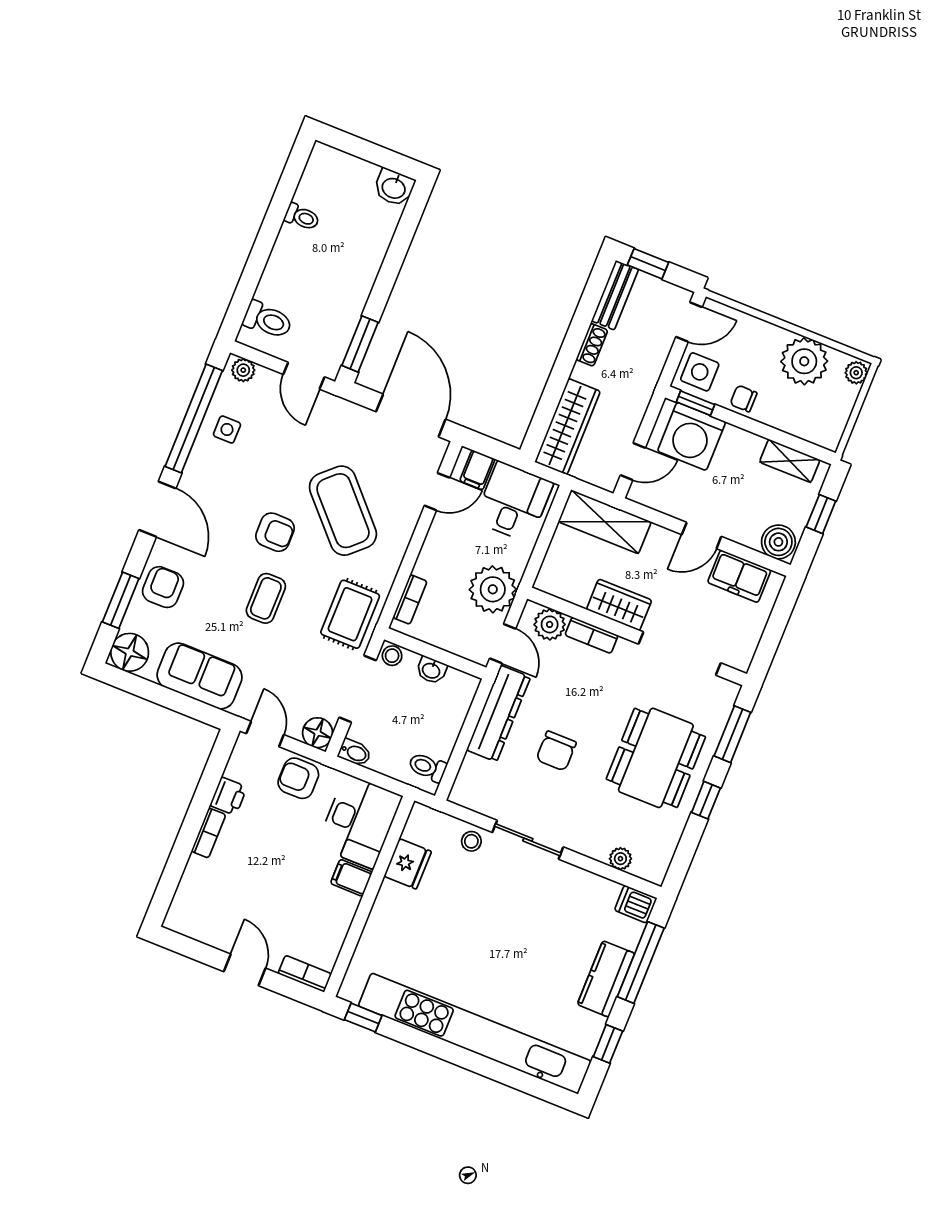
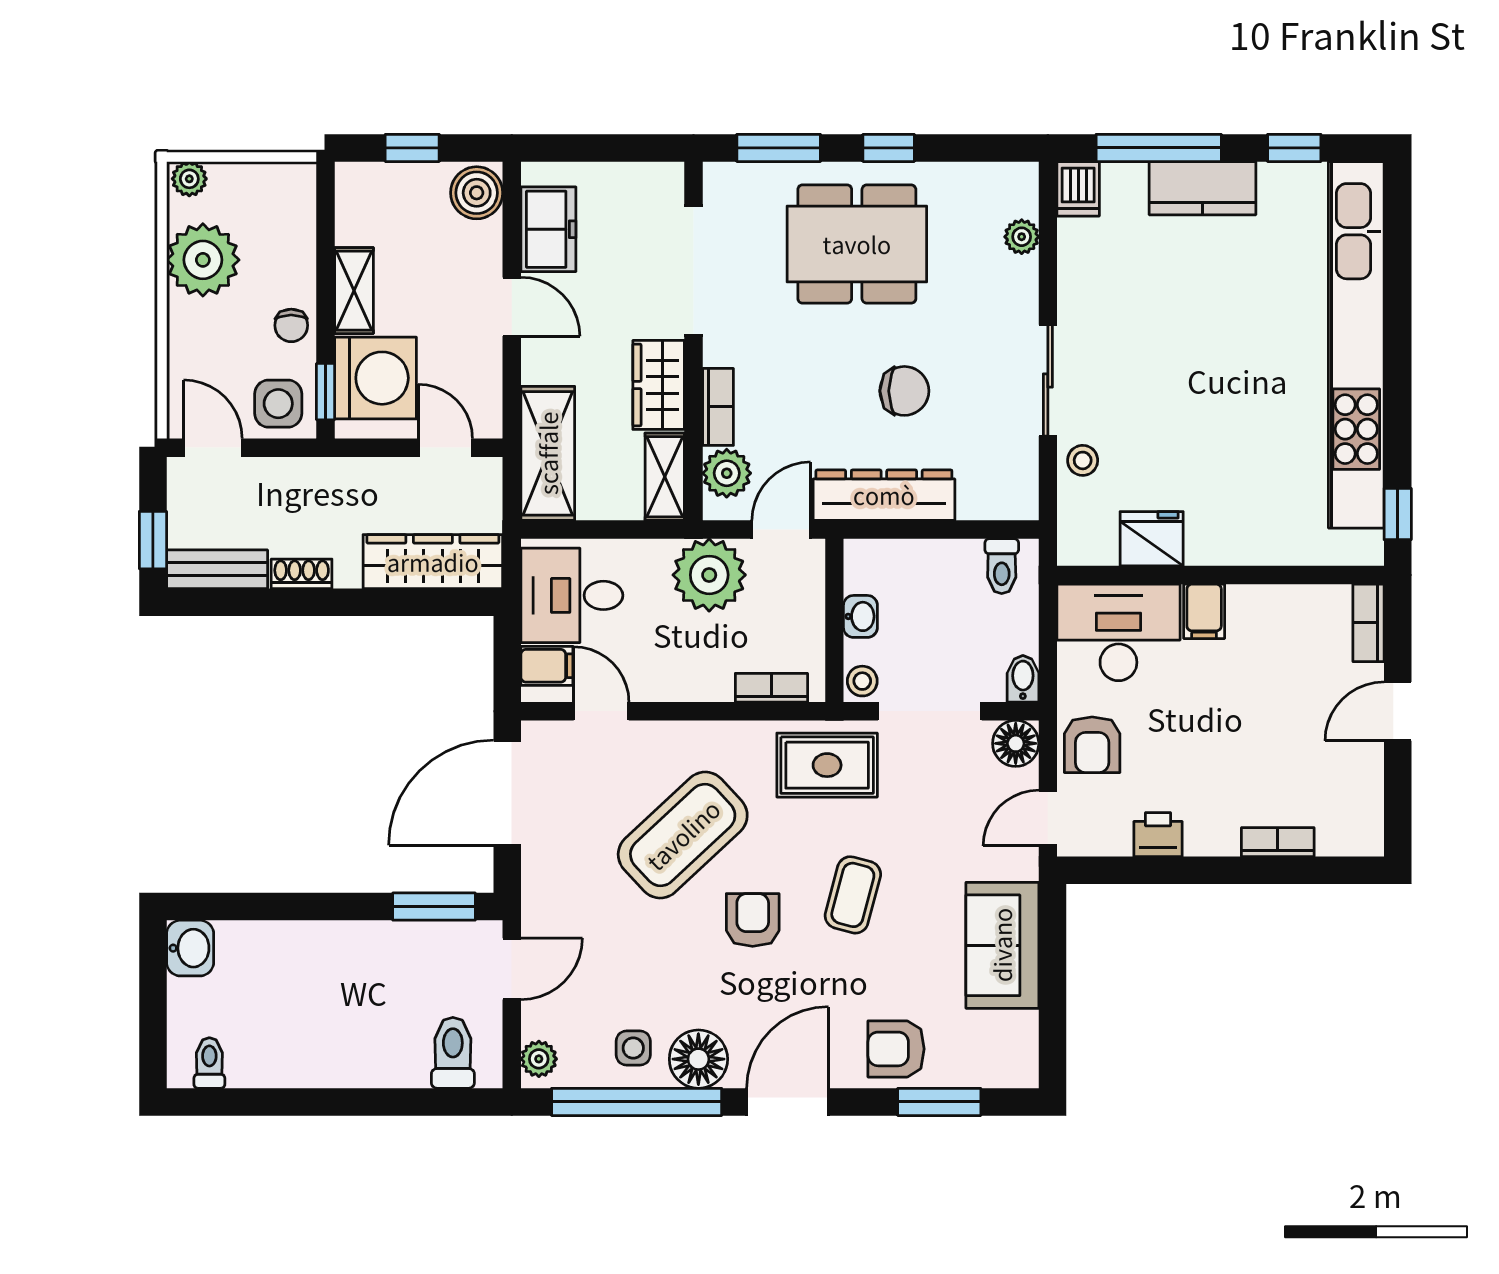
toilet: (302, 217) -> (209, 1063), moved
shelving: (790, 461) -> (354, 291), moved
shelving: (562, 586) -> (665, 477), added
coffee table: (266, 598) -> (853, 895), turned -75
floor lamp: (130, 652) -> (698, 1059), moved
bookcase: (208, 833) -> (1278, 842), moved

